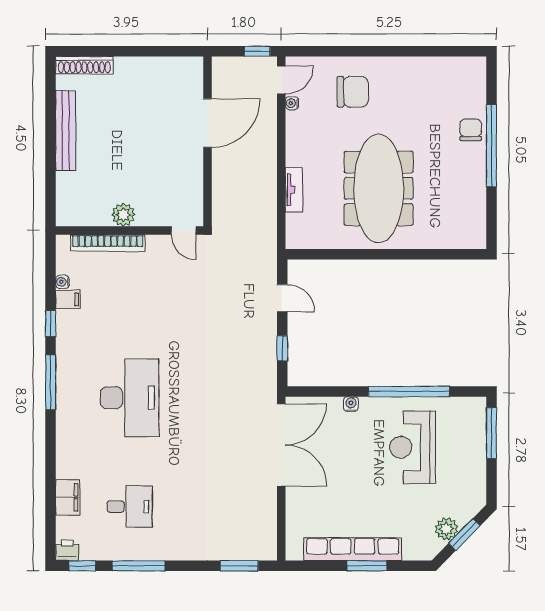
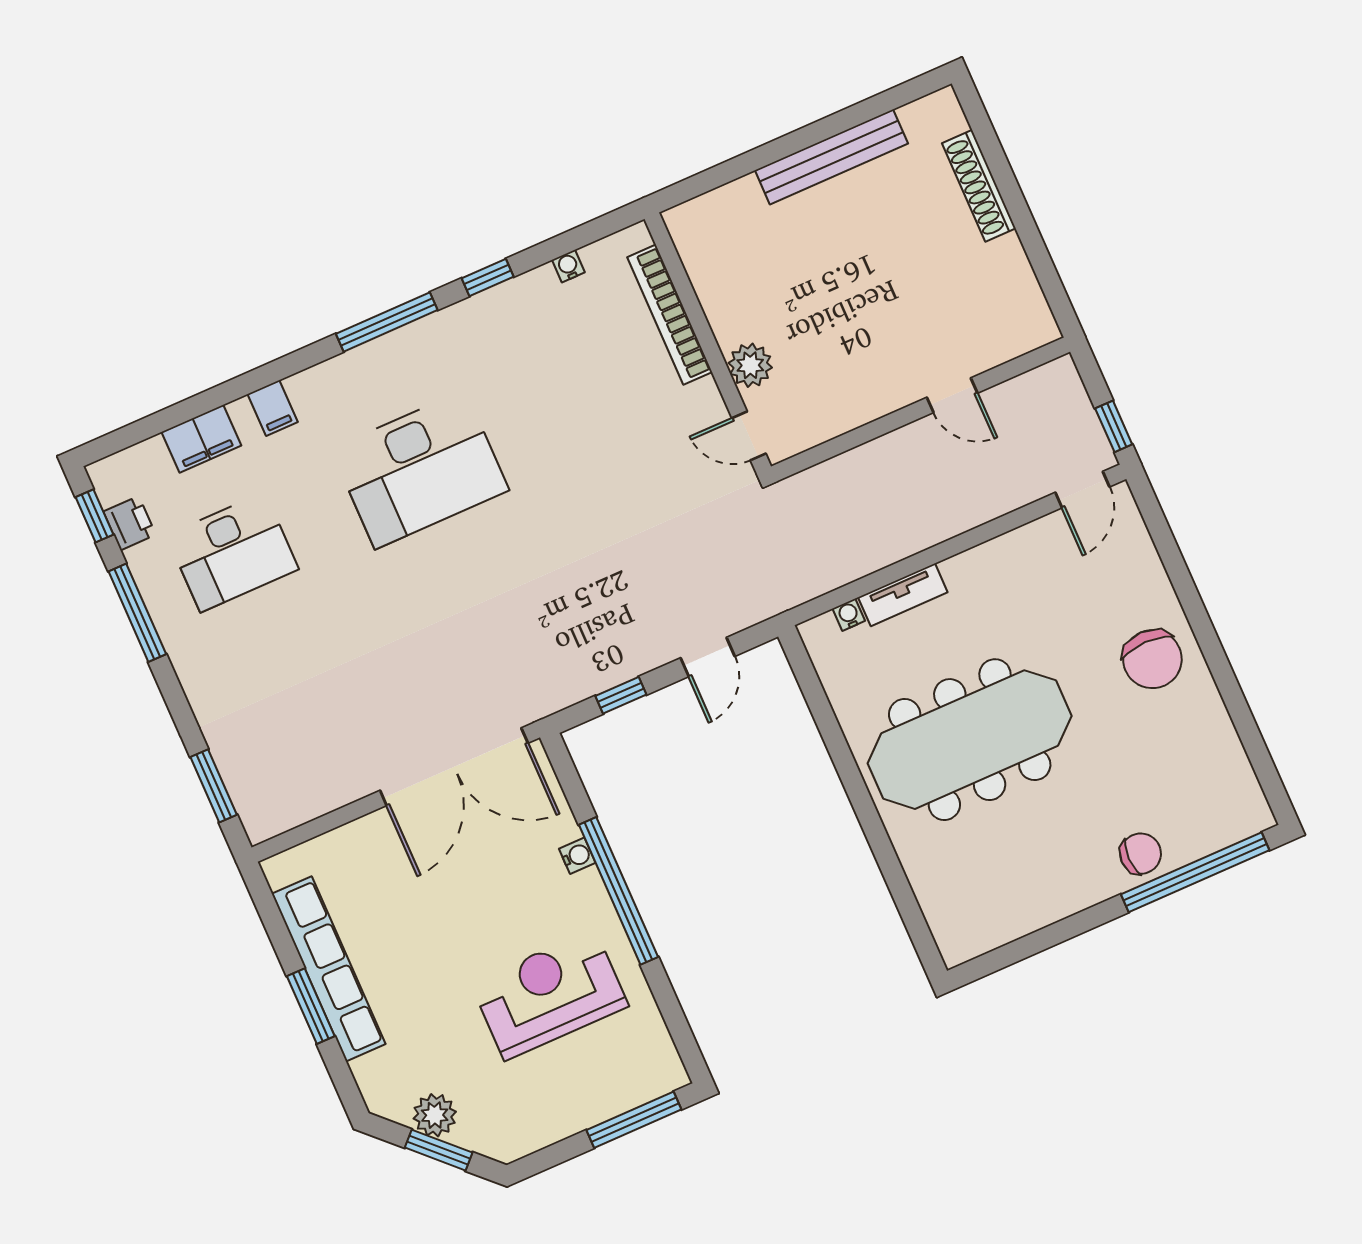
shoe rack: (84, 65) -> (979, 186), moved
door: (281, 80) -> (1082, 490), hinge flipped
chair: (353, 92) -> (1152, 659), moved
water cooler: (292, 103) -> (849, 615), moved
door: (207, 123) -> (952, 395), width x0.53
window: (491, 146) -> (1195, 872), moved
plant: (123, 215) -> (750, 365), moved
door: (184, 231) -> (749, 436), hinge flipped
filing cabinet: (68, 299) -> (273, 408), moved
window: (409, 392) -> (618, 891), moved
desk: (130, 507) -> (233, 552), width x1.37
printer: (67, 550) -> (130, 523), moved

